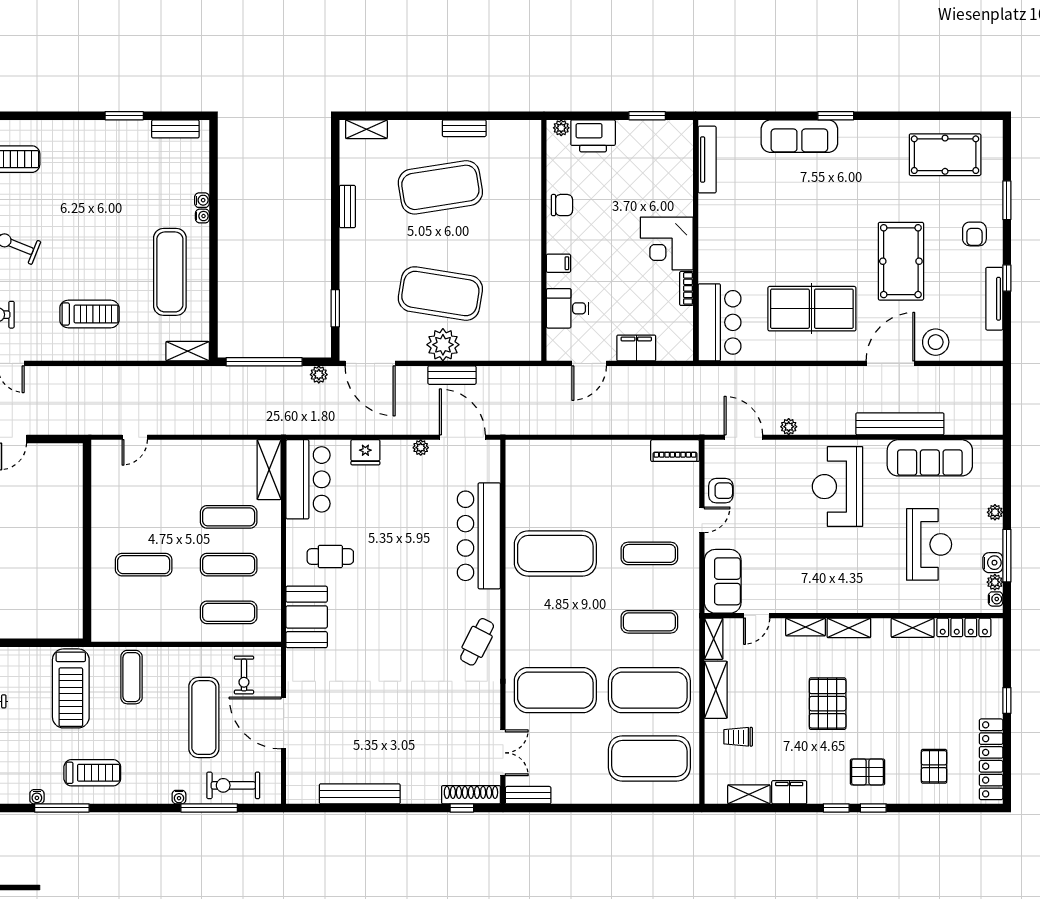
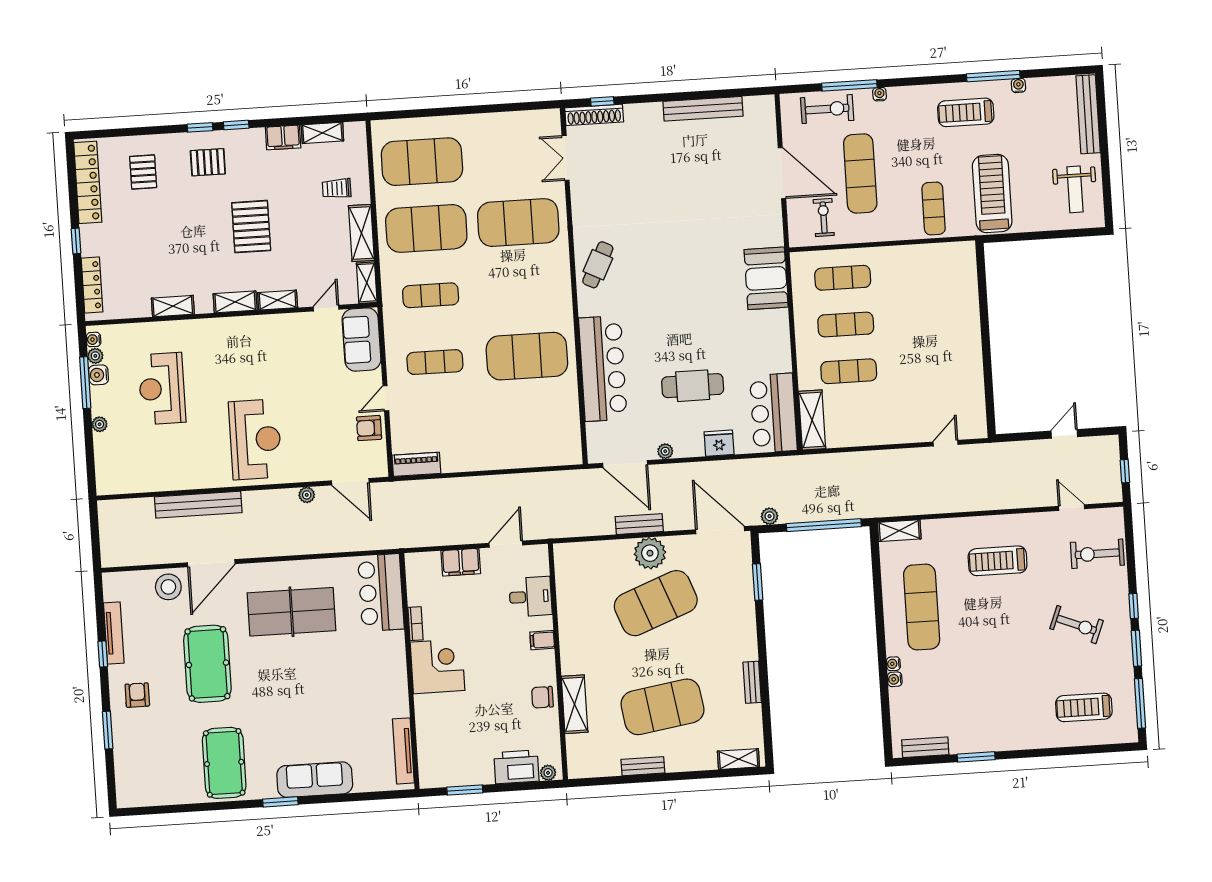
pool table: (945, 155) -> (224, 763), moved, turned 90
shelving: (530, 196) -> (575, 704), added
exercise mat: (440, 294) -> (656, 603), turned -30
sofa: (930, 458) -> (167, 473), removed
cafe table: (330, 556) -> (693, 386), moved, width x1.37, depth x1.35
exercise mat: (144, 565) -> (929, 319), removed
locker: (964, 627) -> (92, 285), moved, turned 90
trolley: (738, 737) -> (337, 188), turned 180
bench: (528, 795) -> (538, 118), removed

